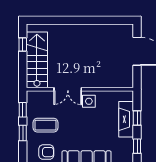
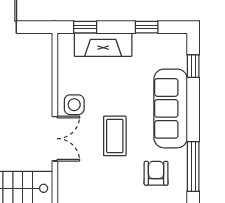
window: (137, 118) -> (85, 27), moved
coffee table: (45, 125) -> (115, 136), moved

